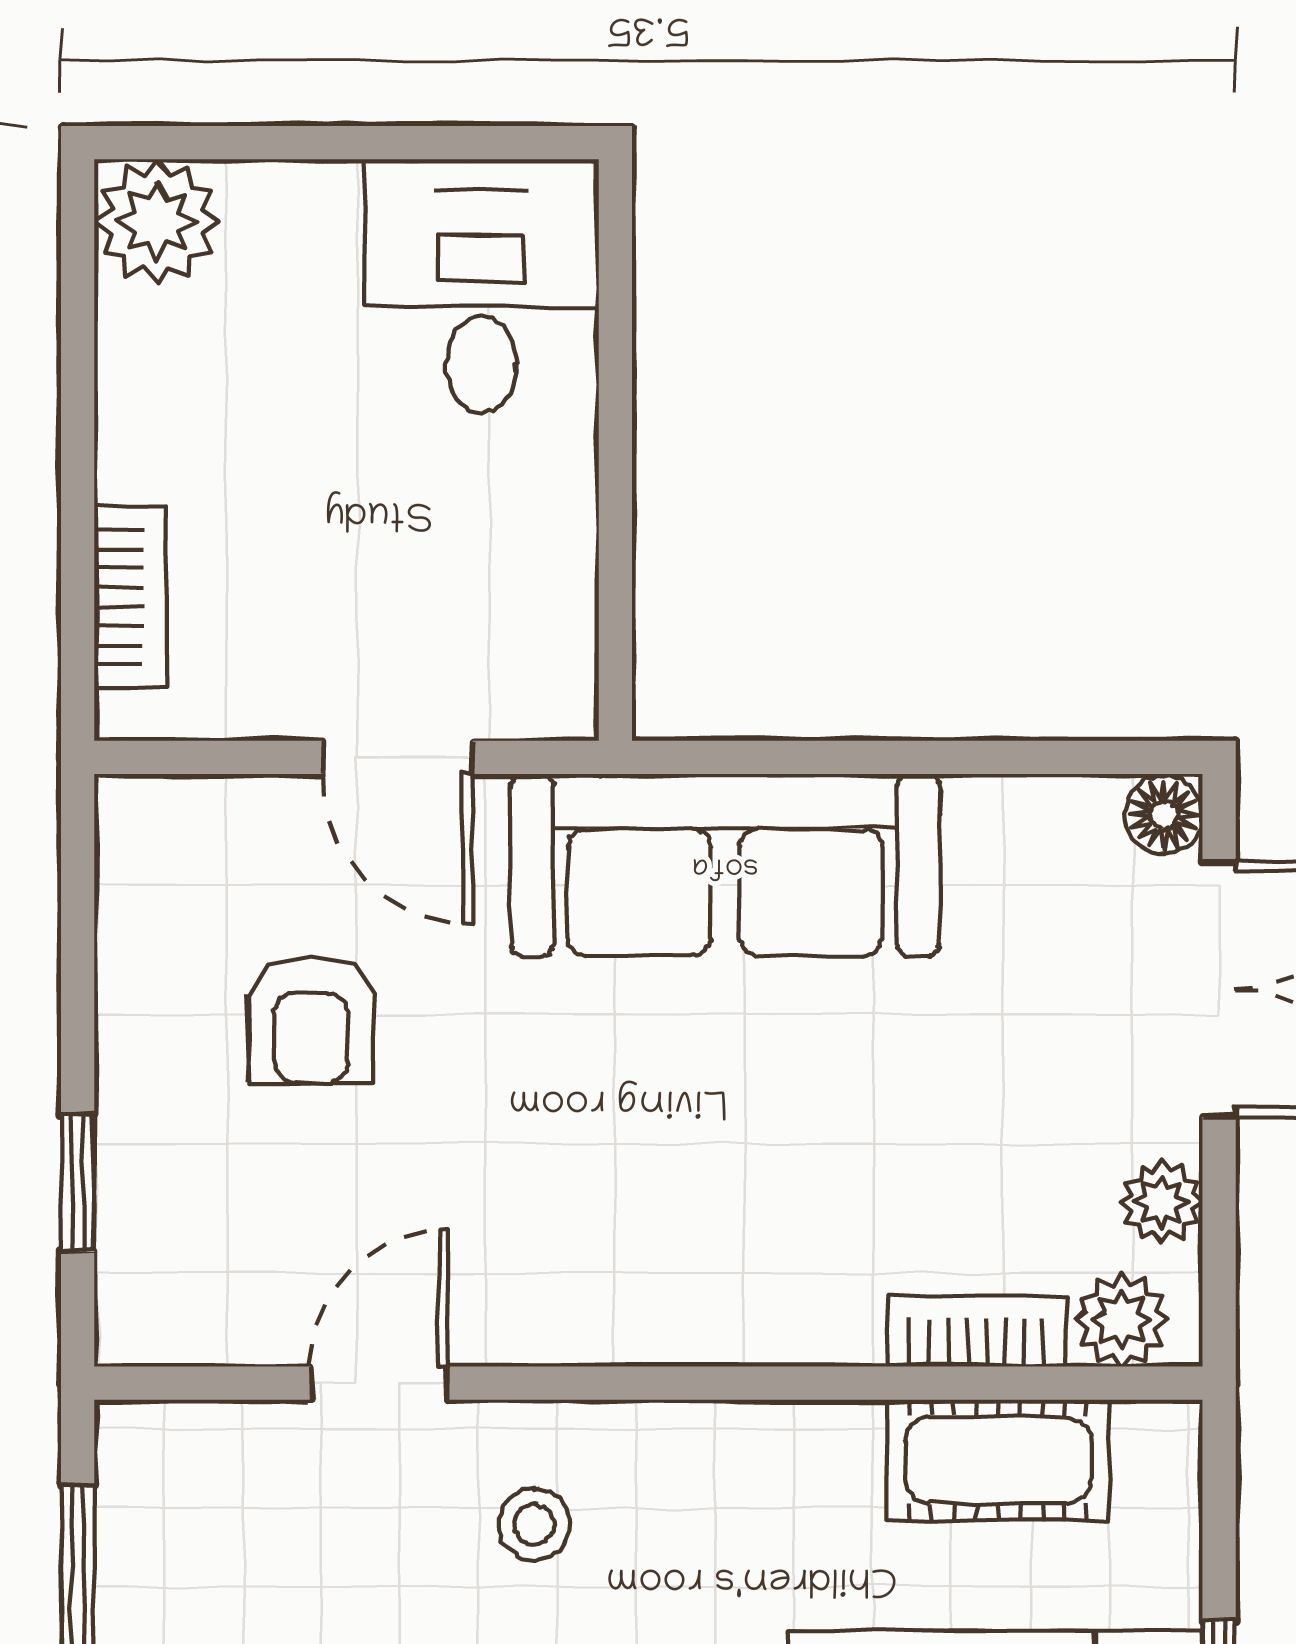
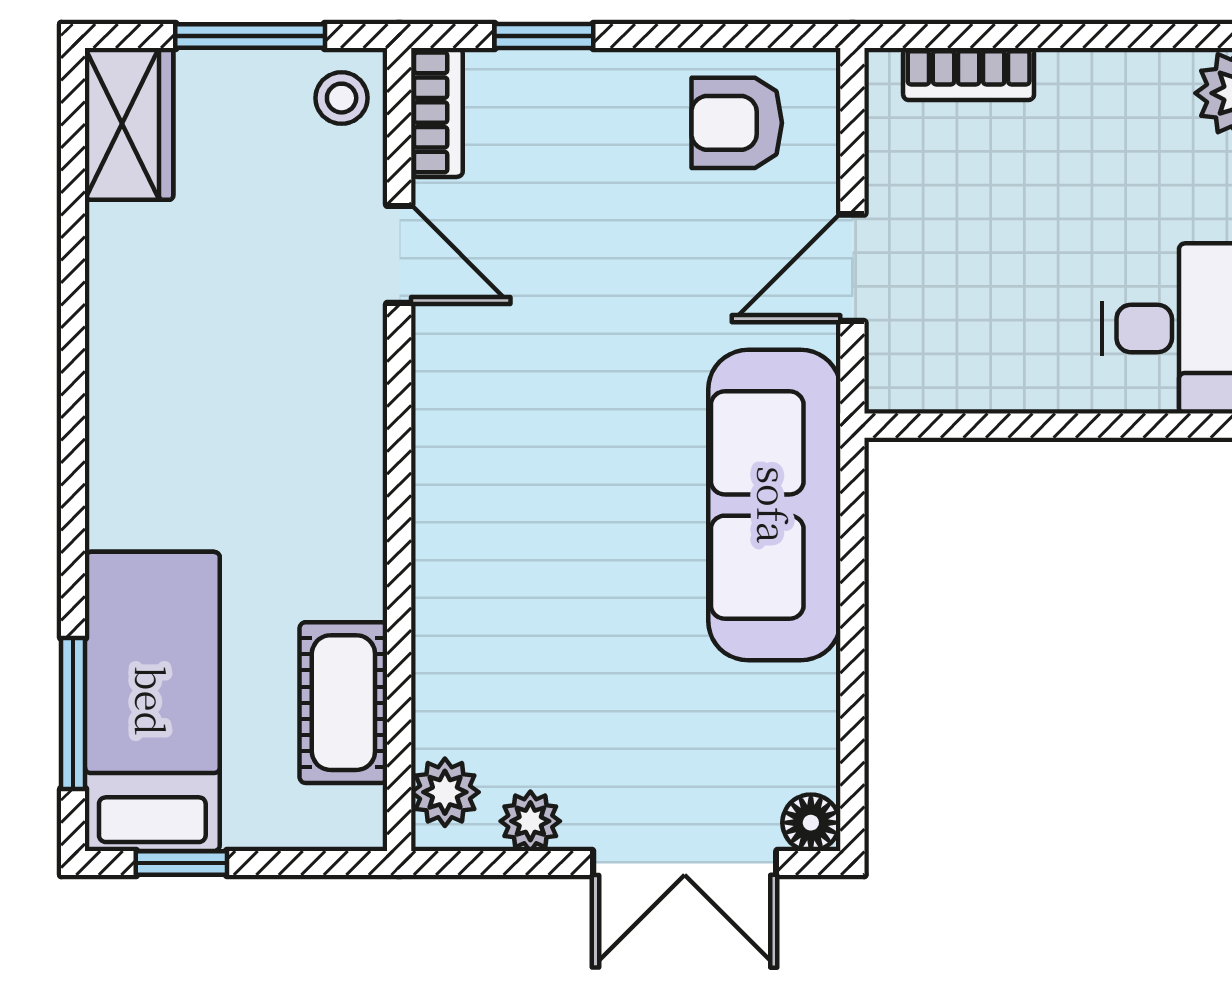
armchair: (311, 1020) -> (737, 123), moved
bookcase: (977, 1331) -> (437, 112), moved
stool: (534, 1525) -> (342, 98), moved

